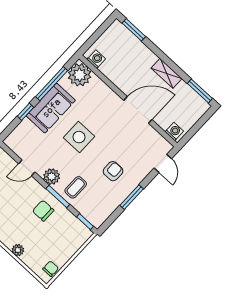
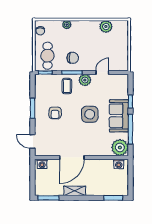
cafe table: (67, 237) -> (47, 56), added

